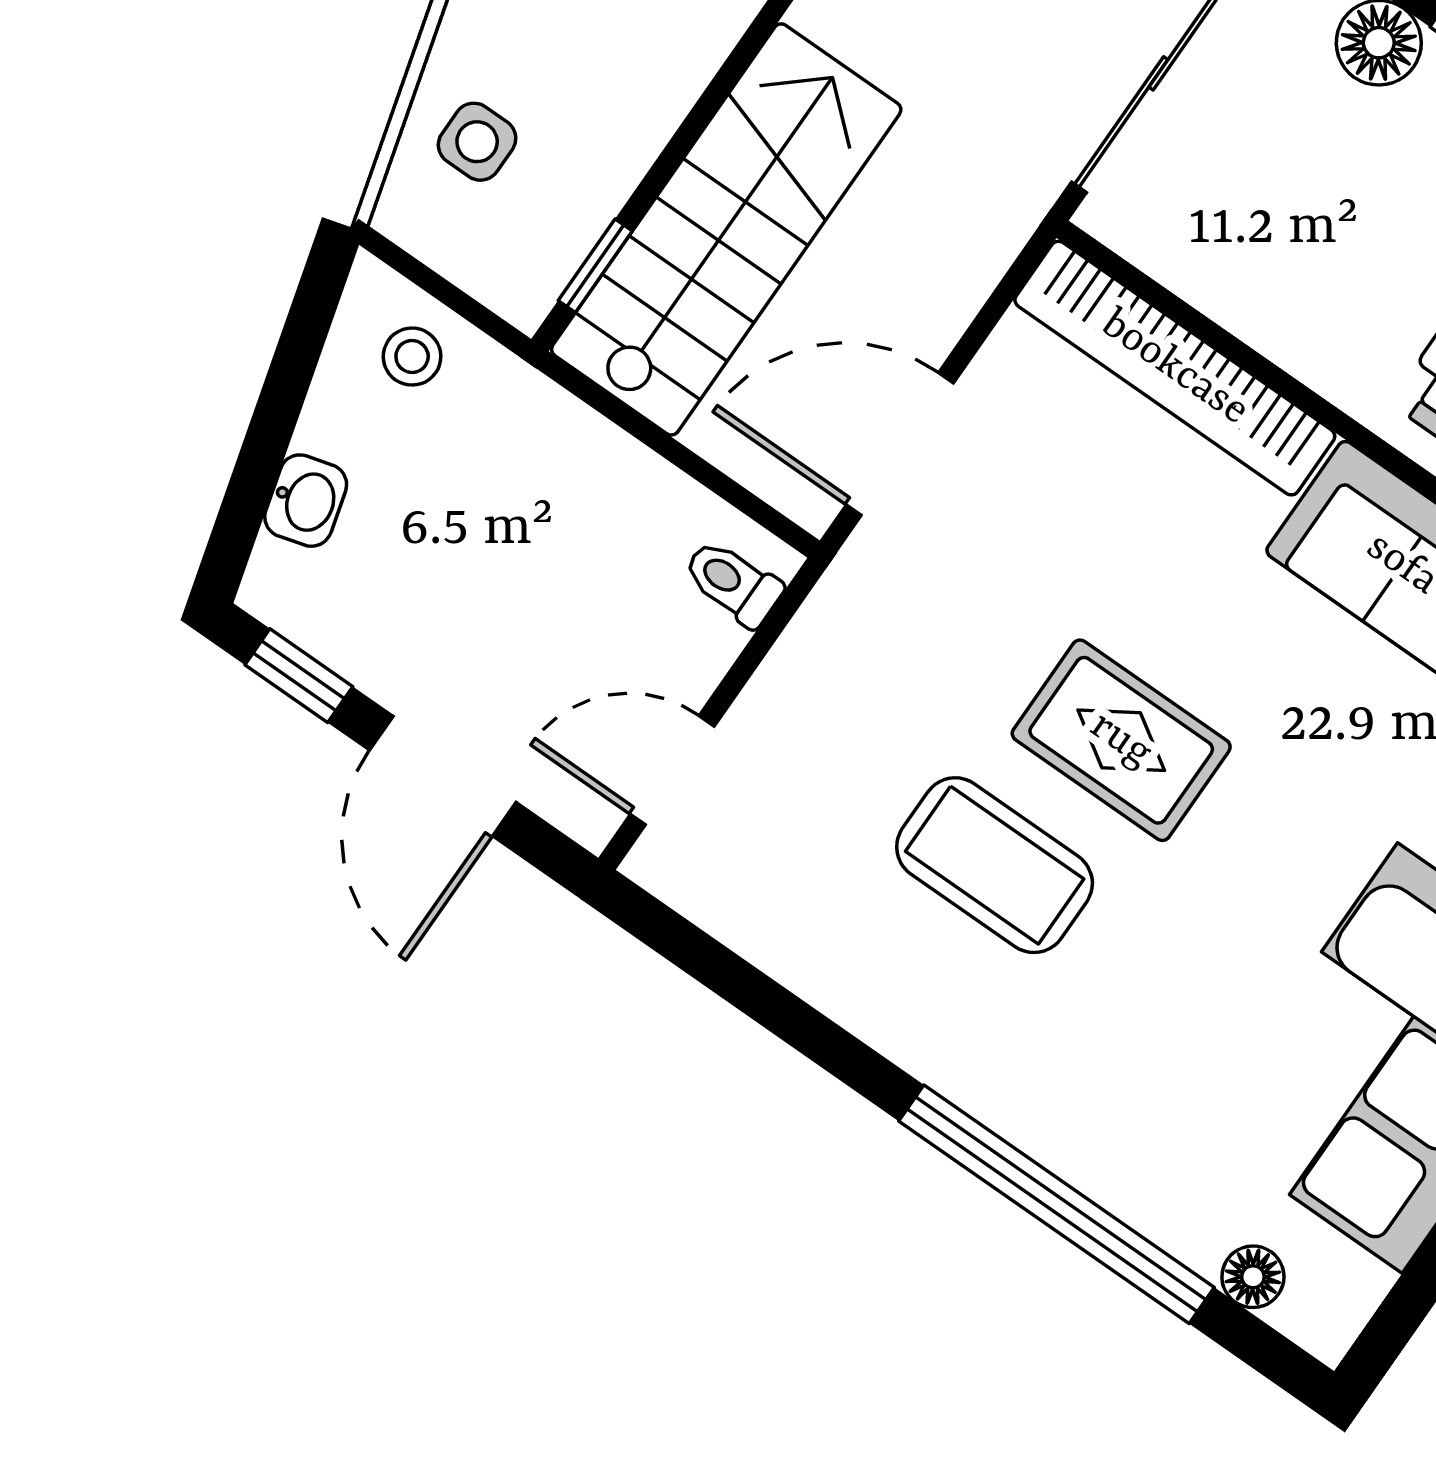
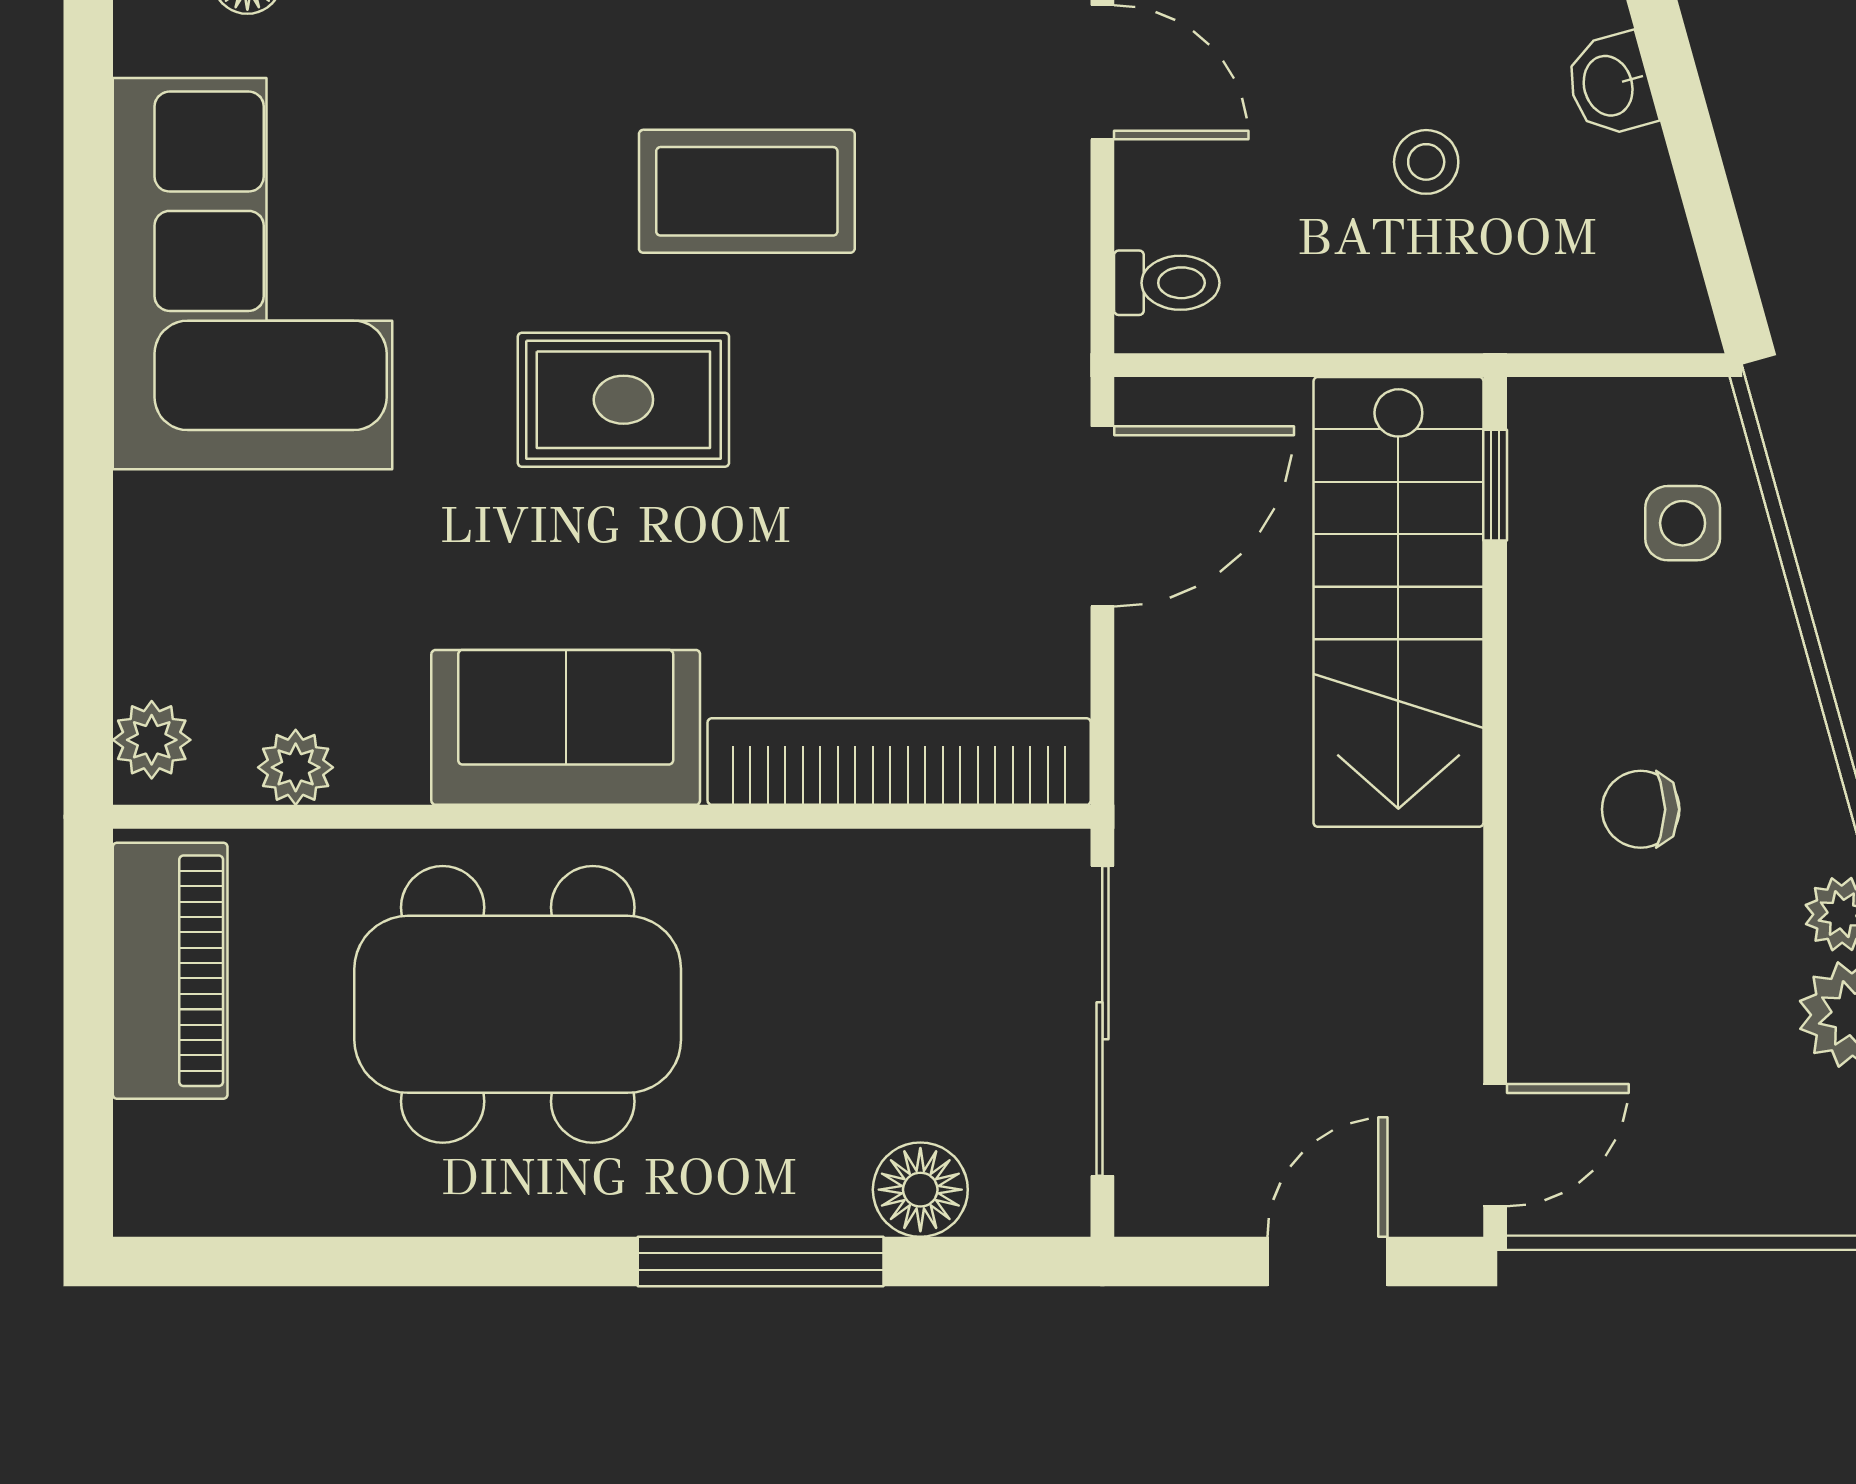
stool: (412, 357) -> (1426, 162), moved
rug: (1121, 740) -> (623, 400), moved
door: (672, 770) -> (1102, 72), hinge flipped

